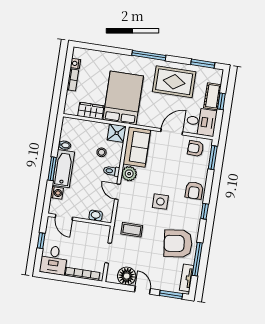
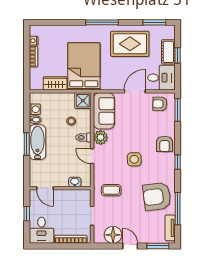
washing machine: (57, 193) -> (35, 109), moved

